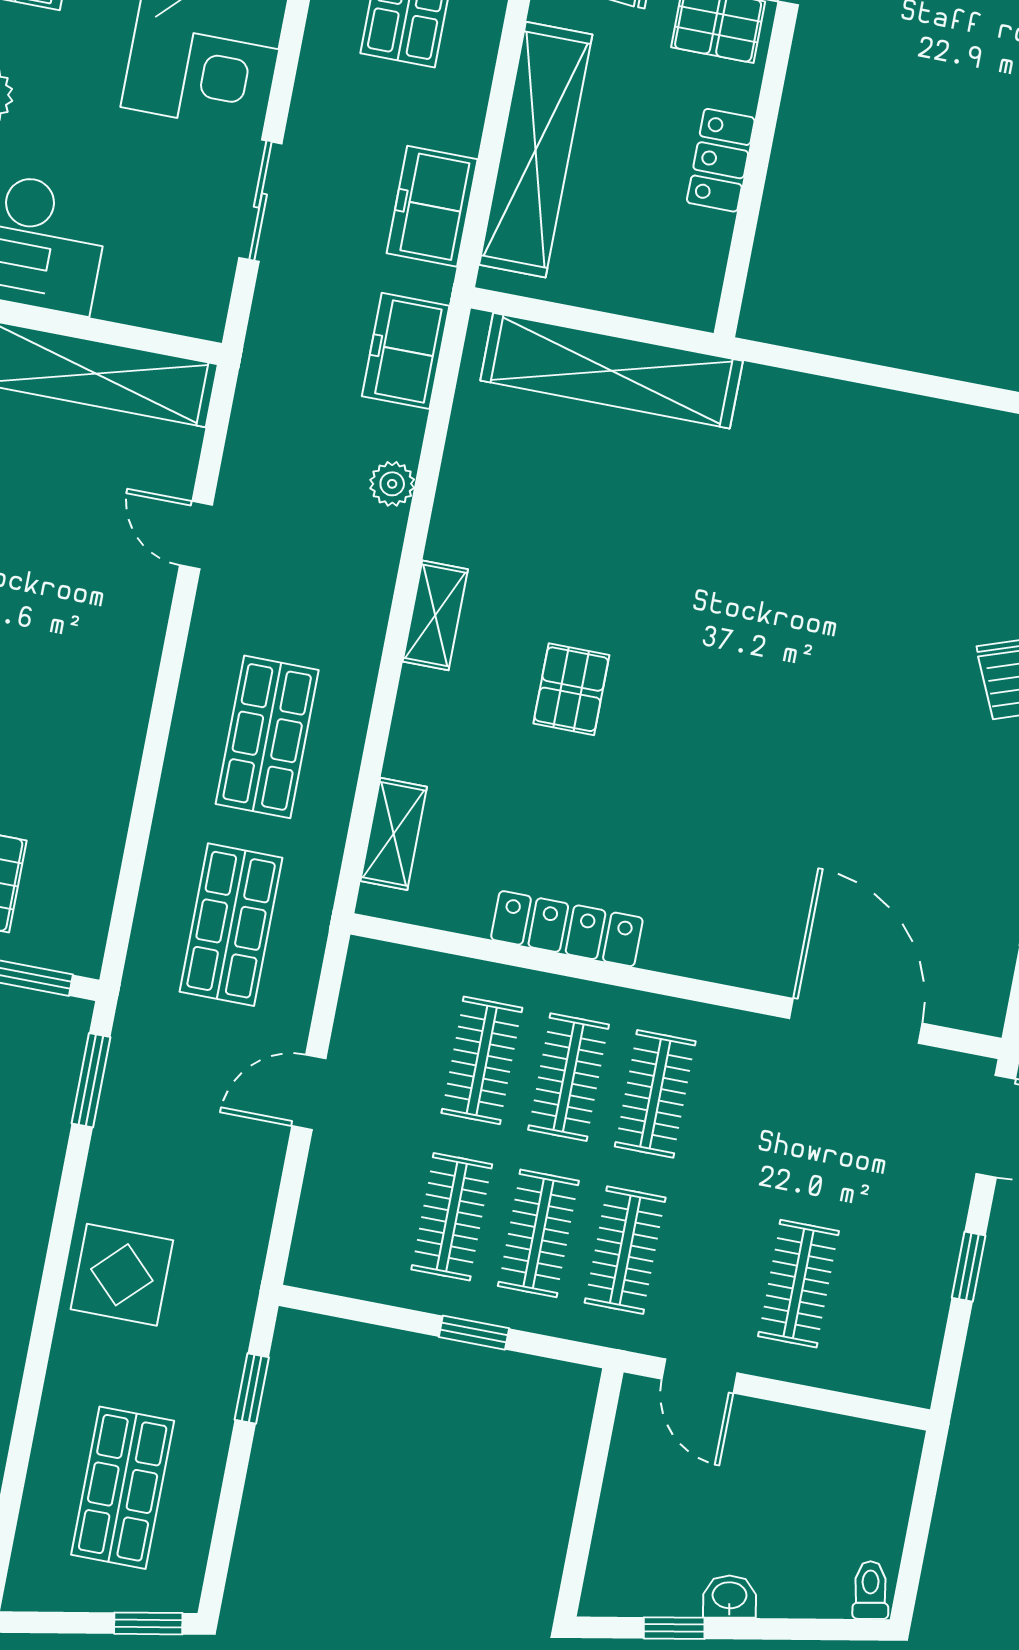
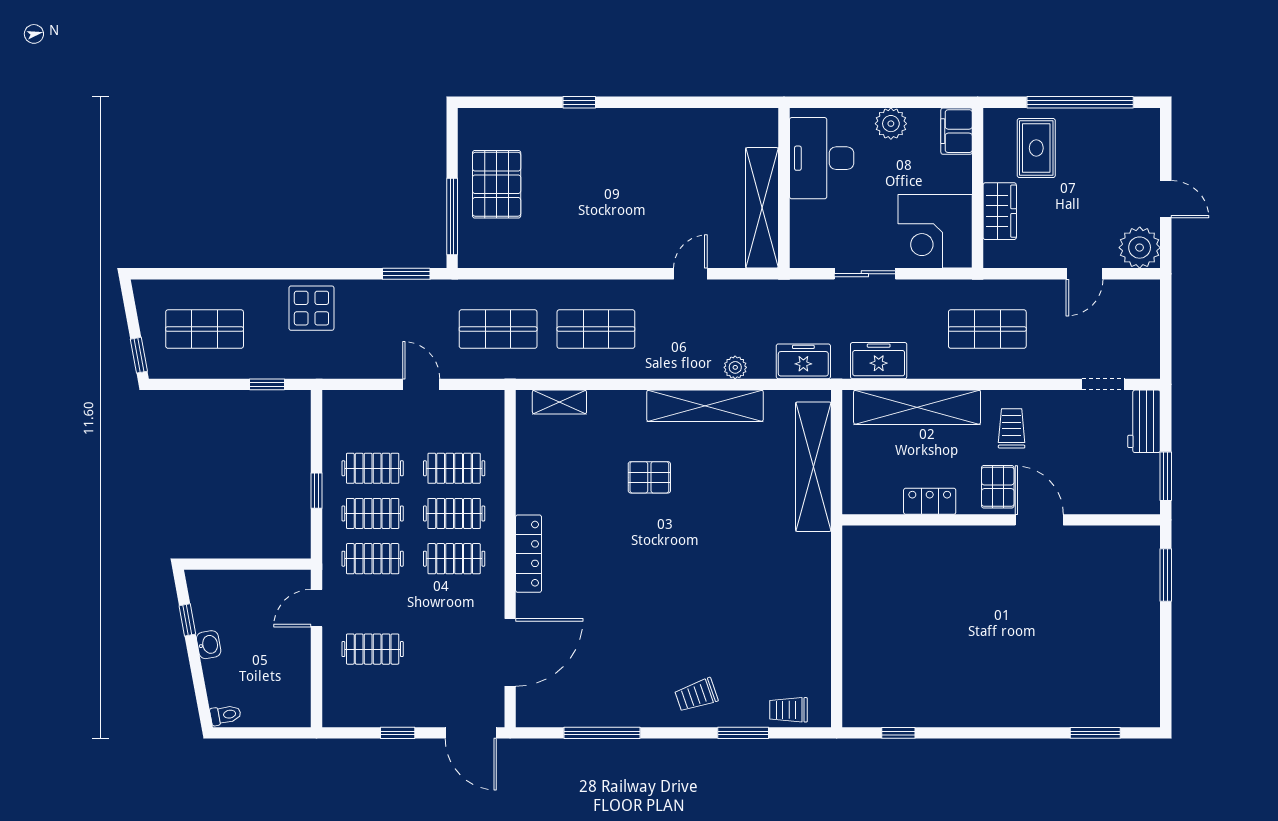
shelving: (435, 615) -> (705, 406), width x2.20, depth x1.33
locker: (567, 929) -> (529, 554), moved

